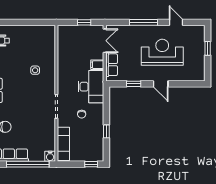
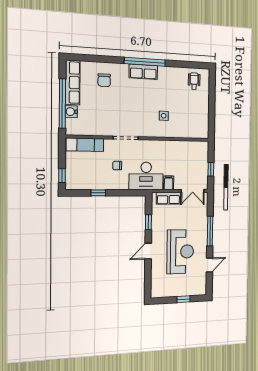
water cooler: (50, 156) -> (71, 112), moved

